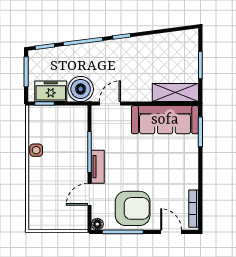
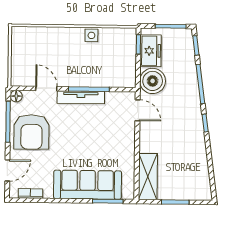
sofa: (165, 120) -> (88, 185), moved, turned 90
tv unit: (98, 167) -> (81, 97), width x1.41
bookcase: (194, 209) -> (30, 193), width x0.64

